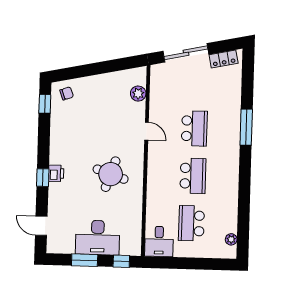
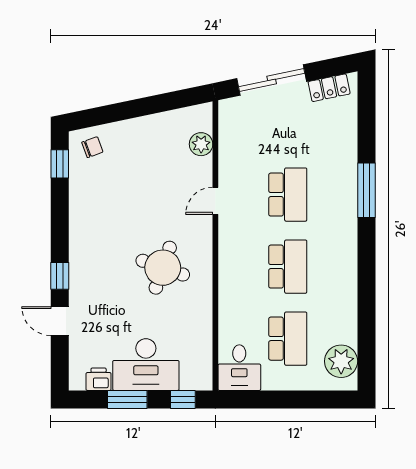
door: (147, 131) -> (215, 201), swing flipped
printer: (56, 173) -> (99, 379), moved, turned -90
school desk: (191, 223) -> (288, 339), turned 180
door: (41, 226) -> (60, 321), moved
plant: (231, 239) -> (341, 361), width x1.88, depth x1.88

